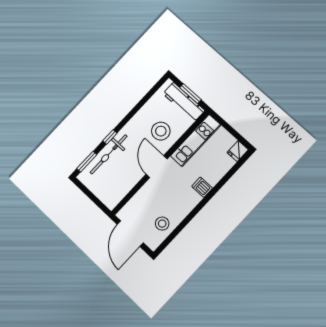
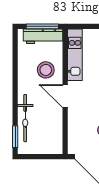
window: (190, 94) -> (42, 26), width x1.44
window: (110, 137) -> (15, 106), removed

